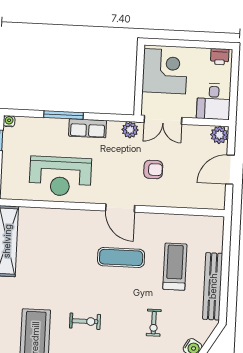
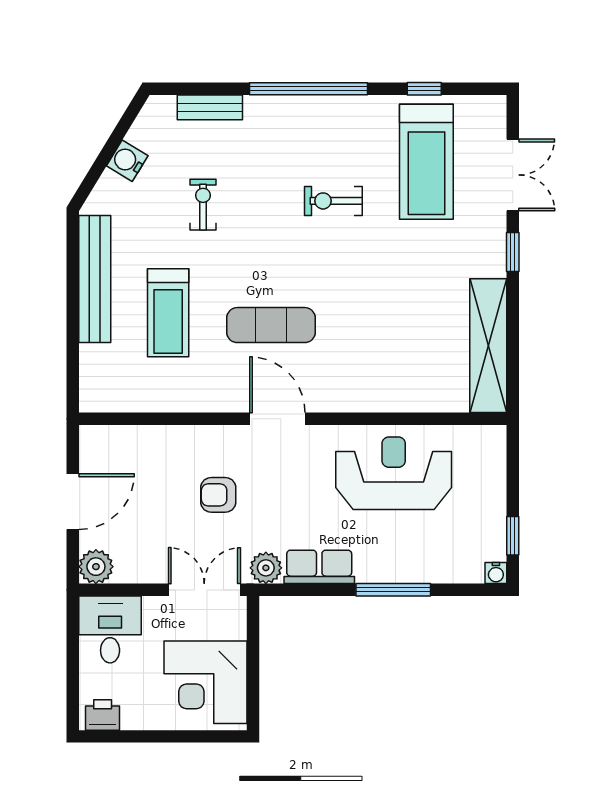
row of seats: (88, 128) -> (319, 567), moved

